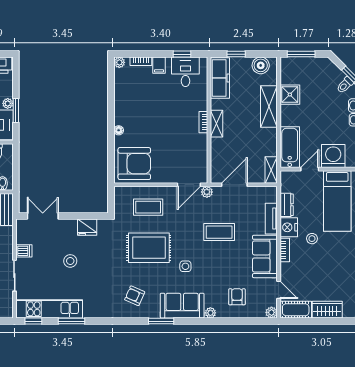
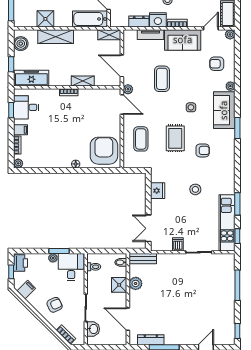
shelving: (216, 124) -> (83, 81), moved
rug: (149, 248) -> (175, 138), width x0.73, depth x0.70
stool: (70, 261) -> (195, 189), moved
armchair: (135, 296) -> (203, 150), moved, turned -114

